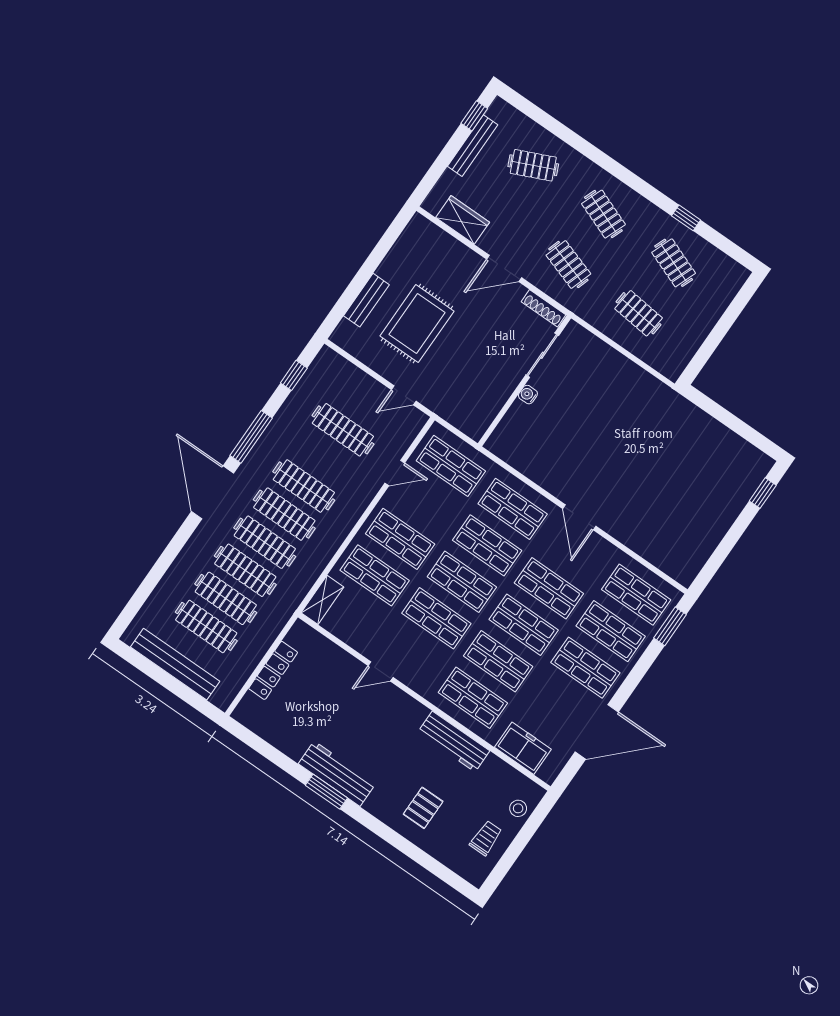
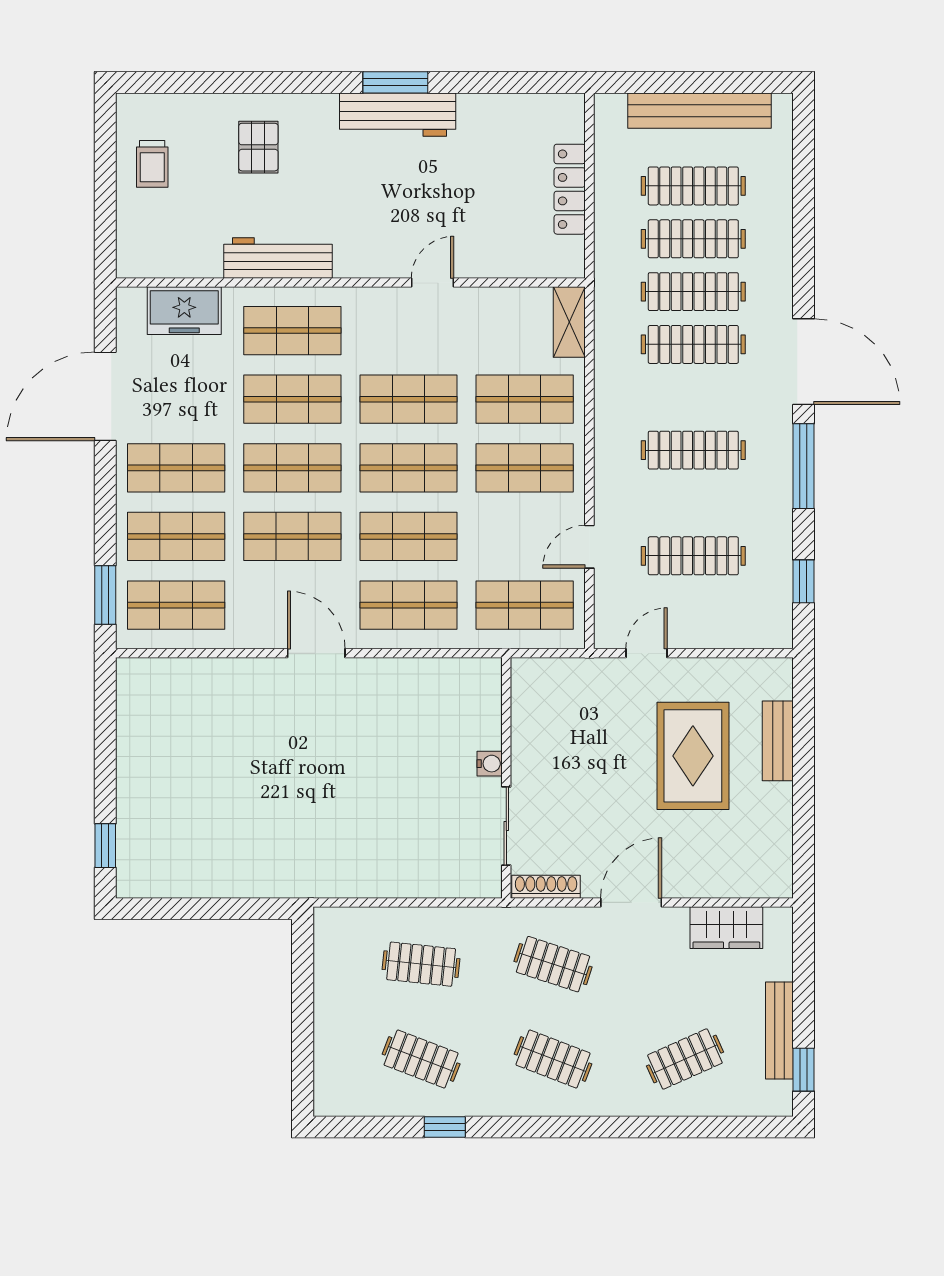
clothes rail: (284, 514) -> (693, 397), removed
stool: (518, 808) -> (137, 230), removed

